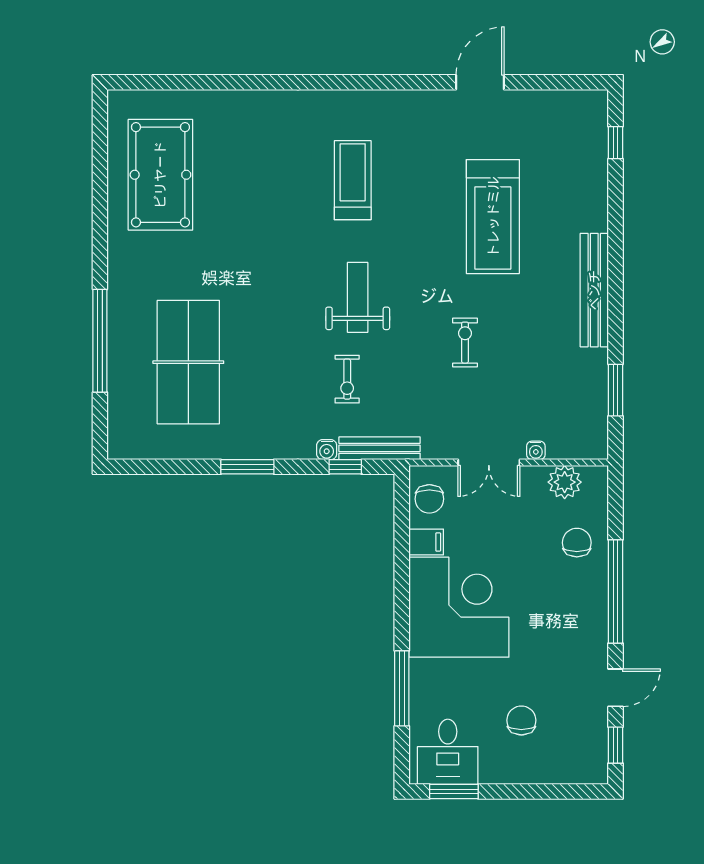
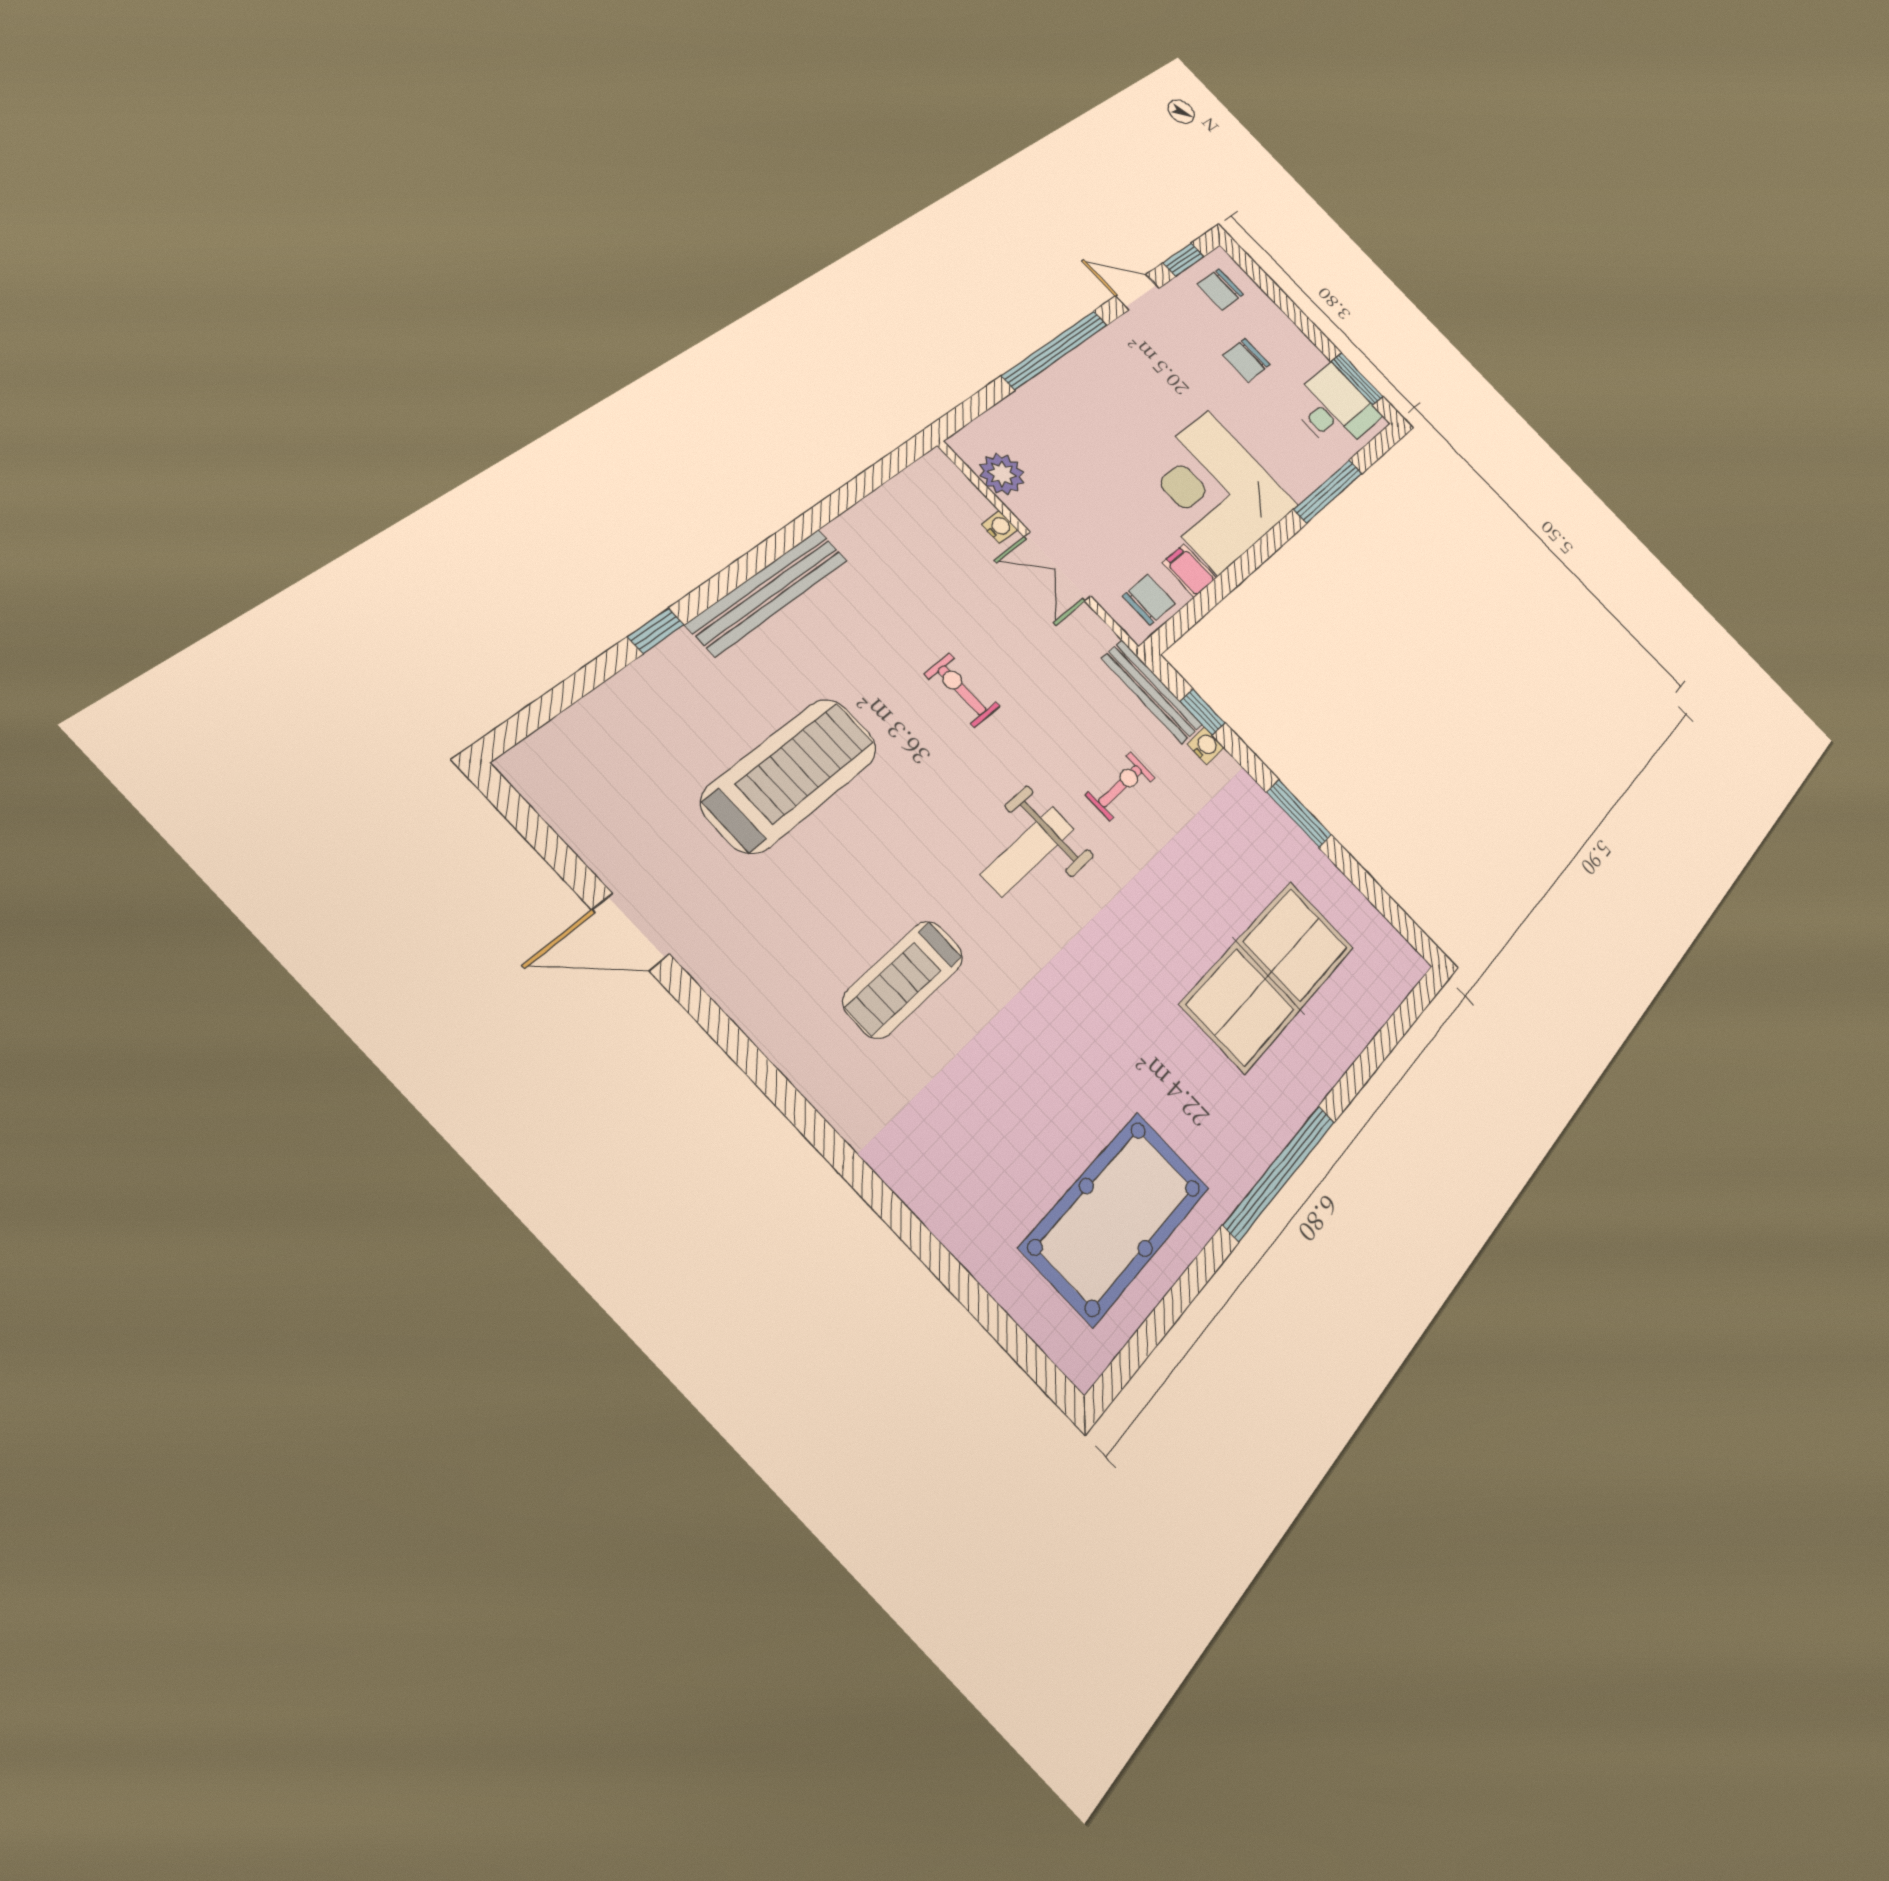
window: (615, 143) -> (656, 631), moved
window: (100, 341) -> (1280, 1173), moved
exercise bike: (465, 343) -> (962, 690), turned 90
window: (615, 390) -> (858, 488), removed
double door: (489, 463) -> (1057, 566), swing flipped
chair: (577, 543) -> (1220, 289), moved

